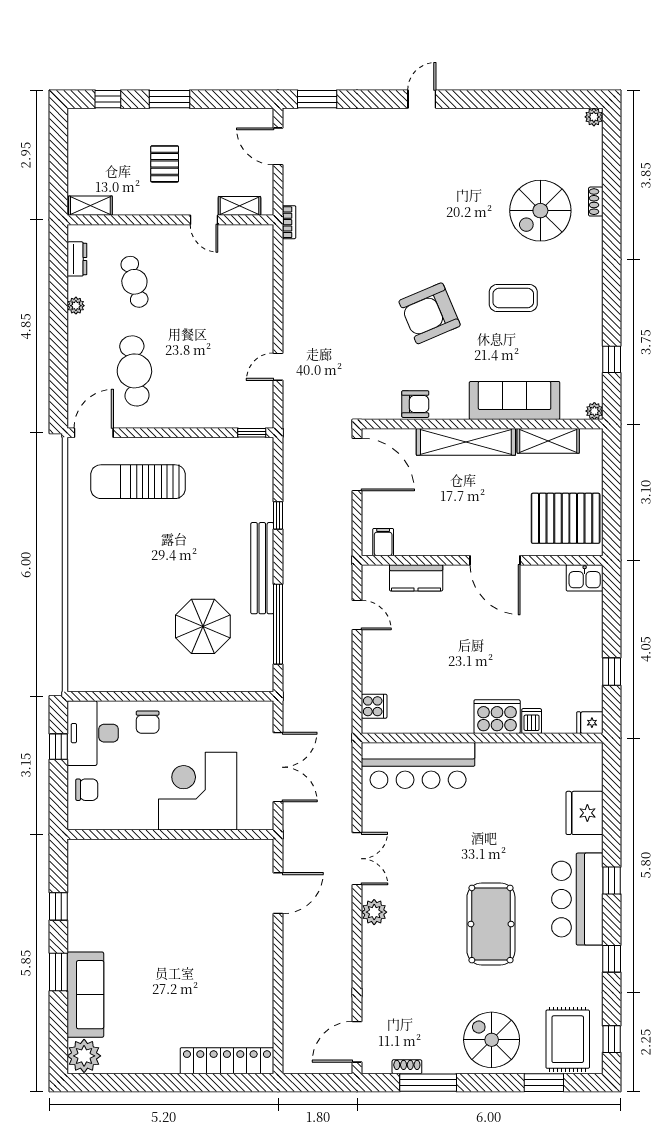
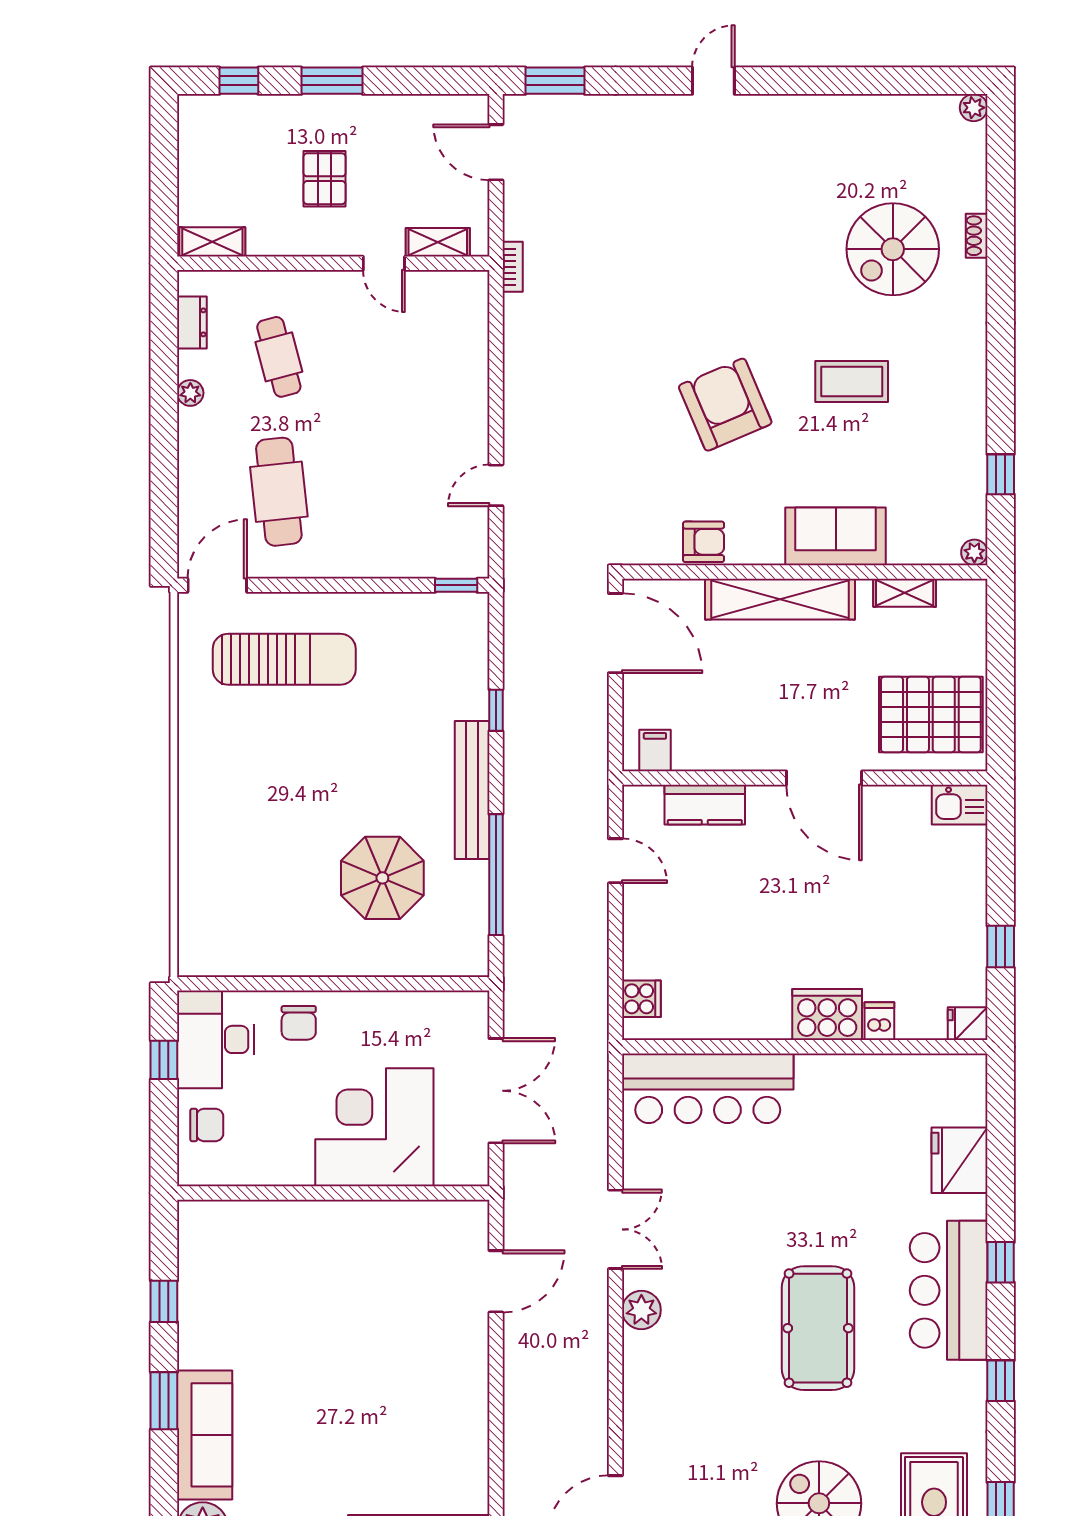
armchair: (430, 313) -> (725, 405), turned 90
sofa: (515, 400) -> (836, 536), width x0.73
shelving: (548, 441) -> (905, 593), width x0.67, depth x0.75
sun lounger: (138, 482) -> (284, 659), turned 180

